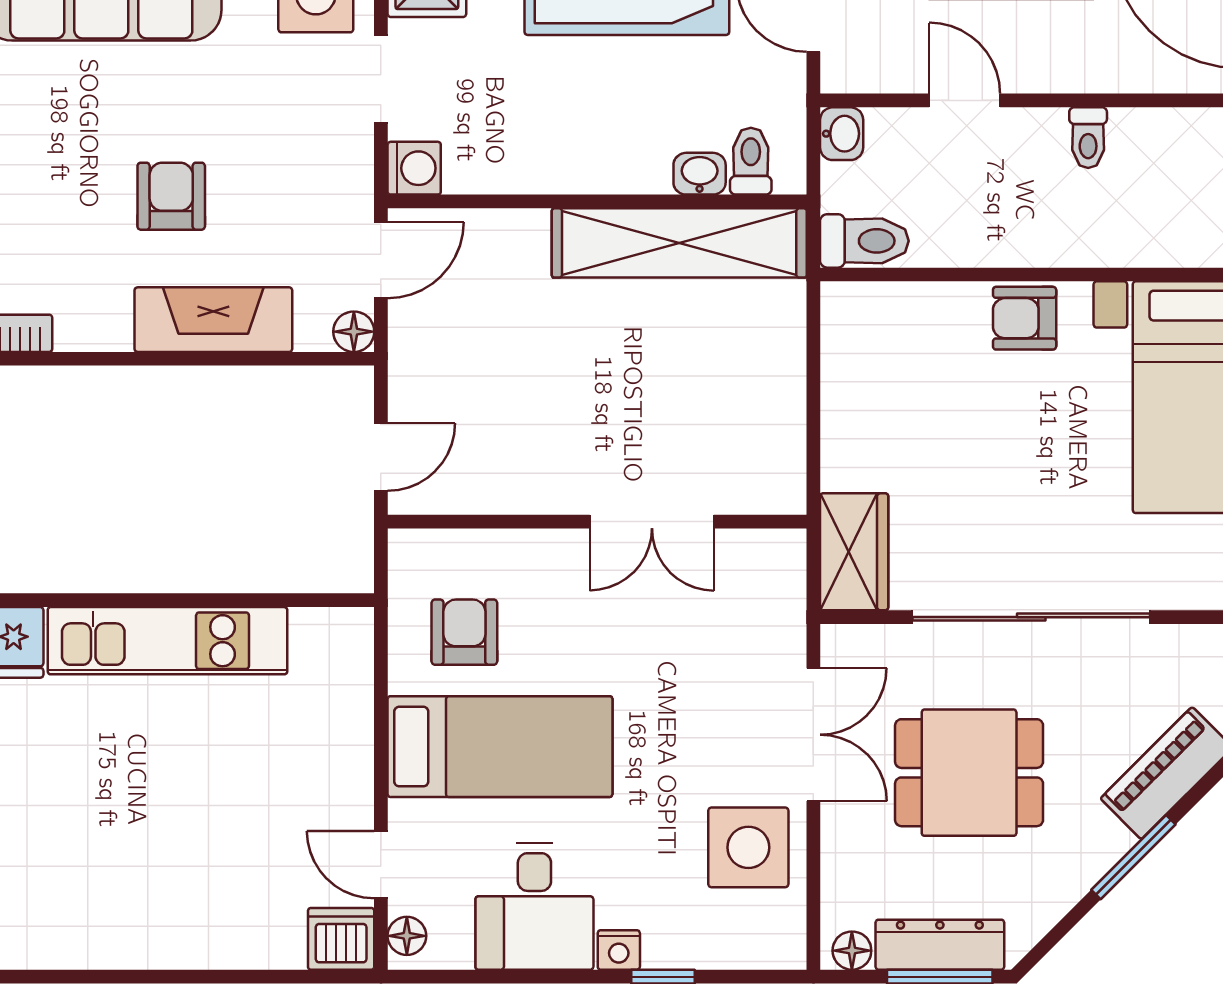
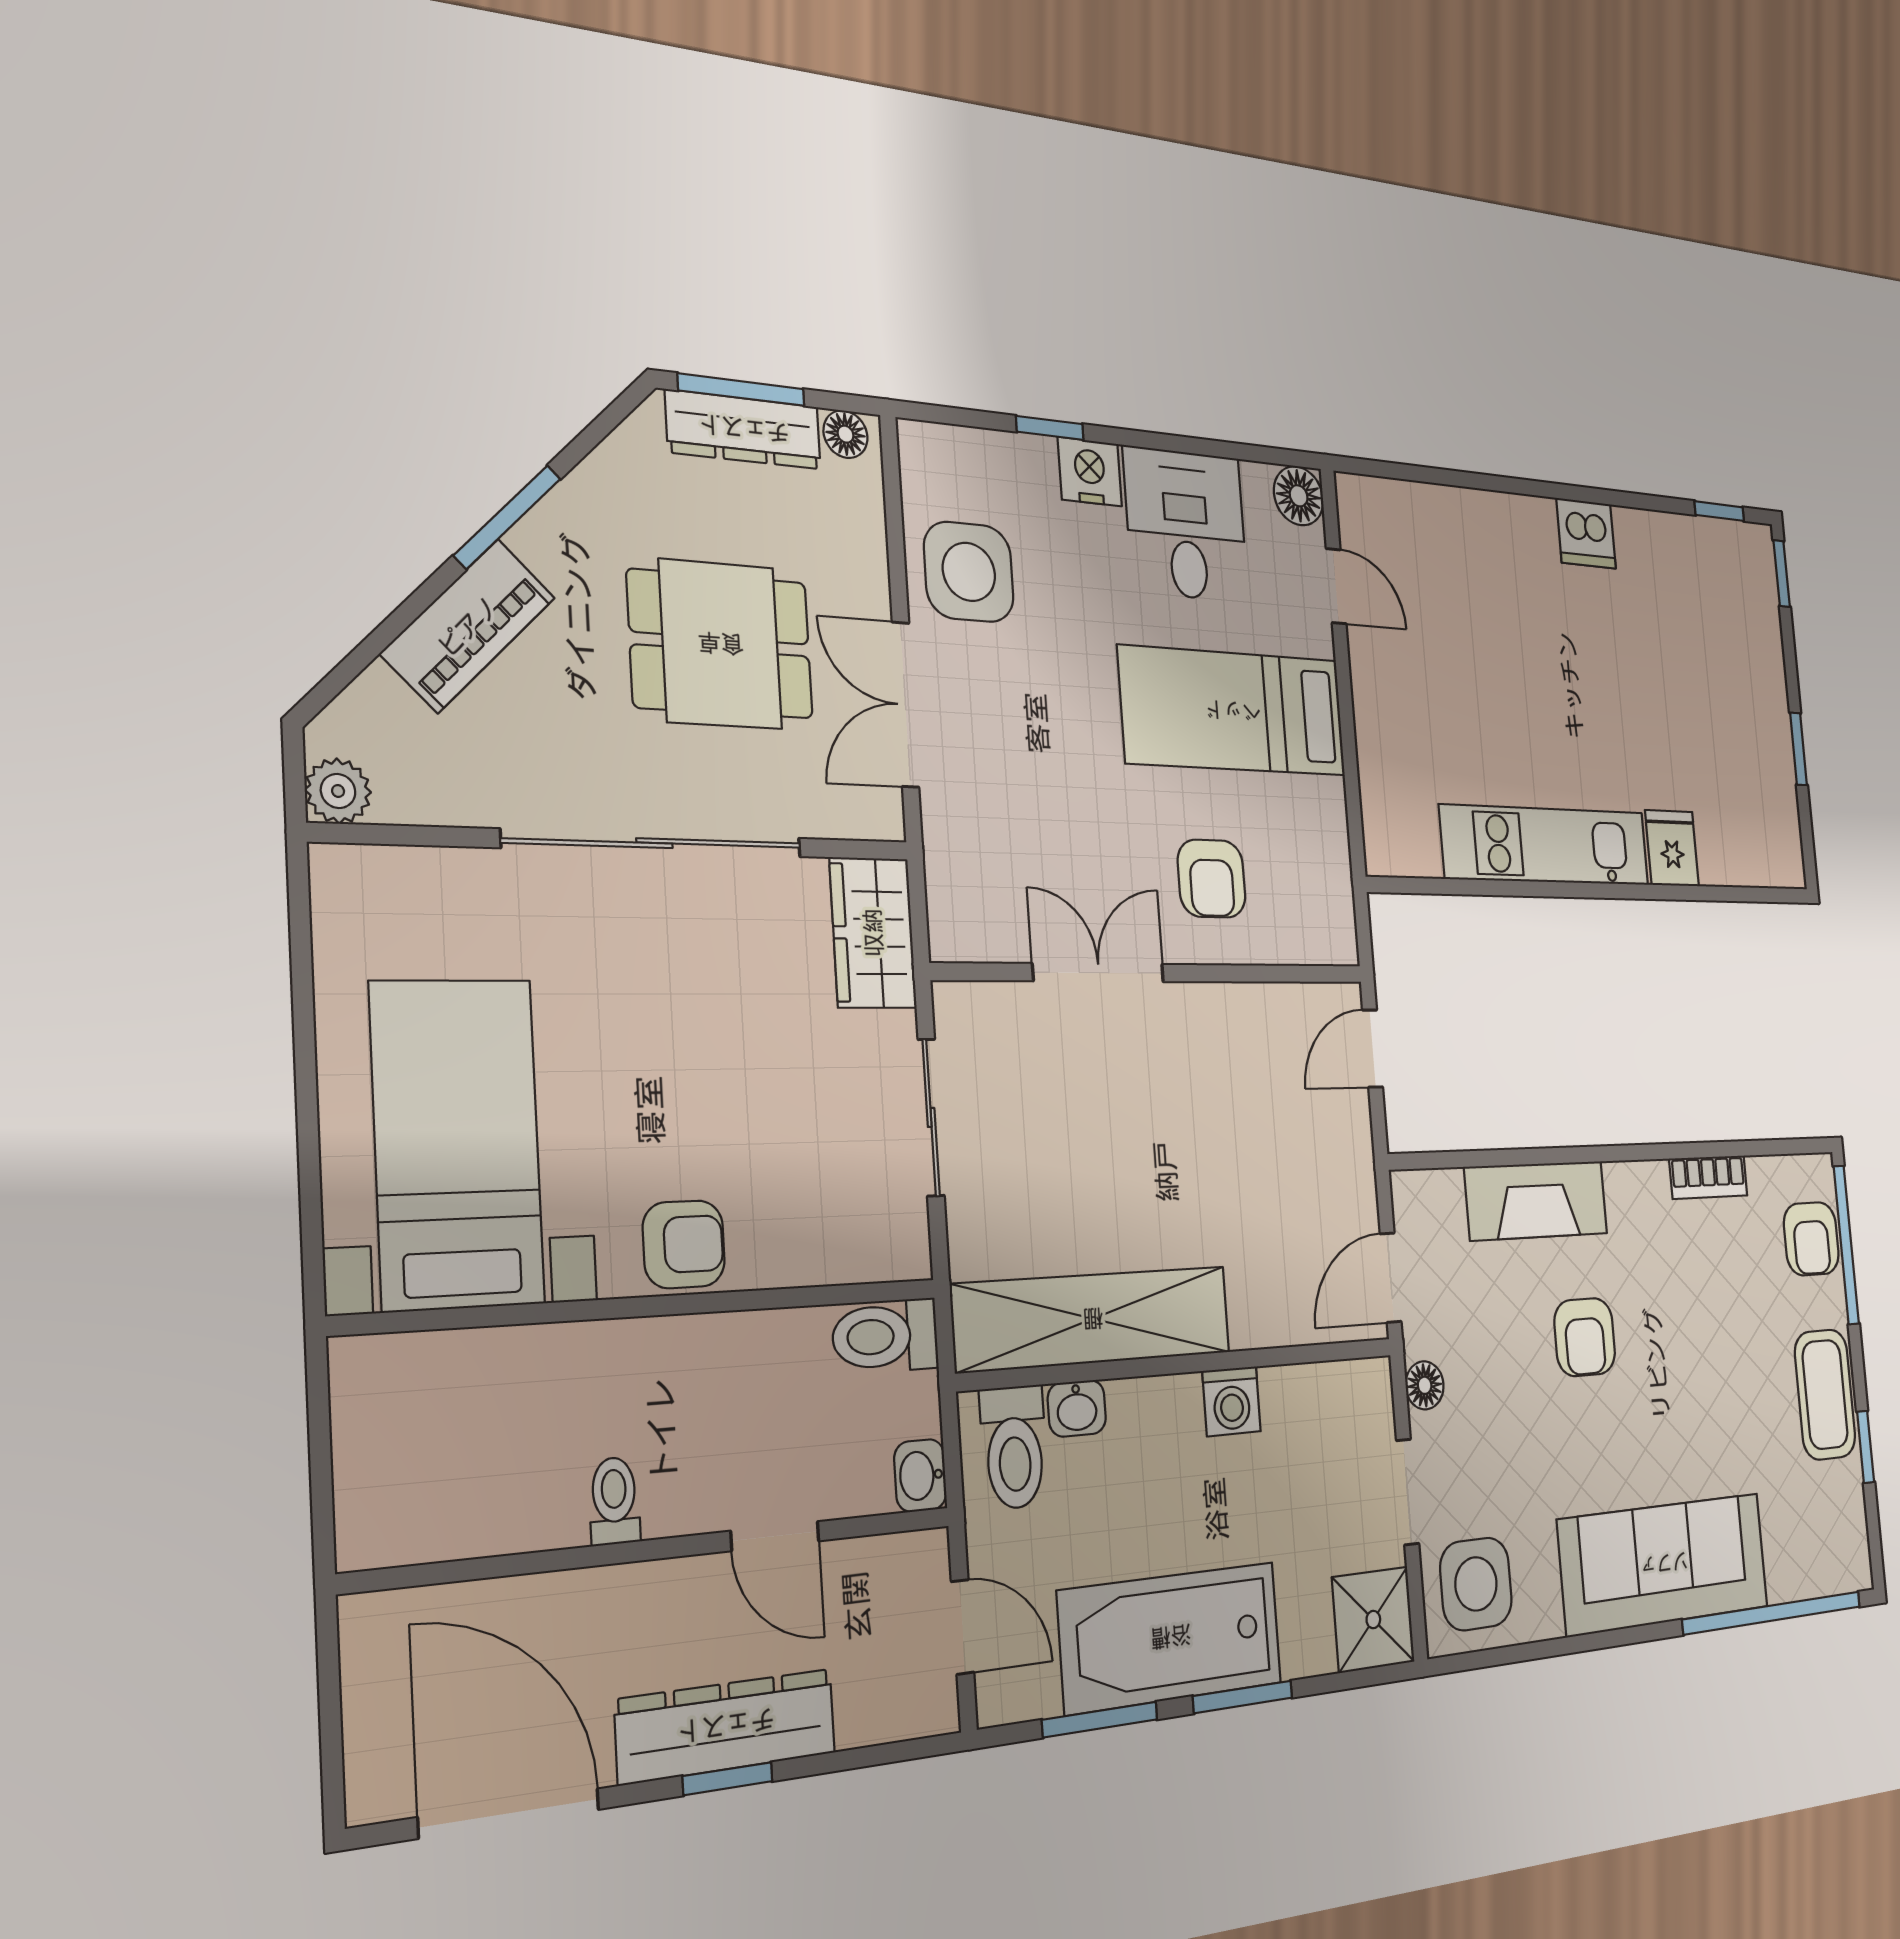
toilet: (751, 161) -> (1014, 1447), width x1.37, depth x1.39
washing machine: (414, 168) -> (1232, 1401), moved, turned -90
floor lamp: (354, 332) -> (1425, 1385), moved
sliding door: (813, 407) -> (931, 1117), added
armchair: (464, 632) -> (1212, 879), moved
floor lamp: (407, 936) -> (1299, 496), width x1.37, depth x1.37
dishwasher: (341, 939) -> (1586, 533), moved
nightstand: (619, 950) -> (1090, 472), width x1.39, depth x1.35

